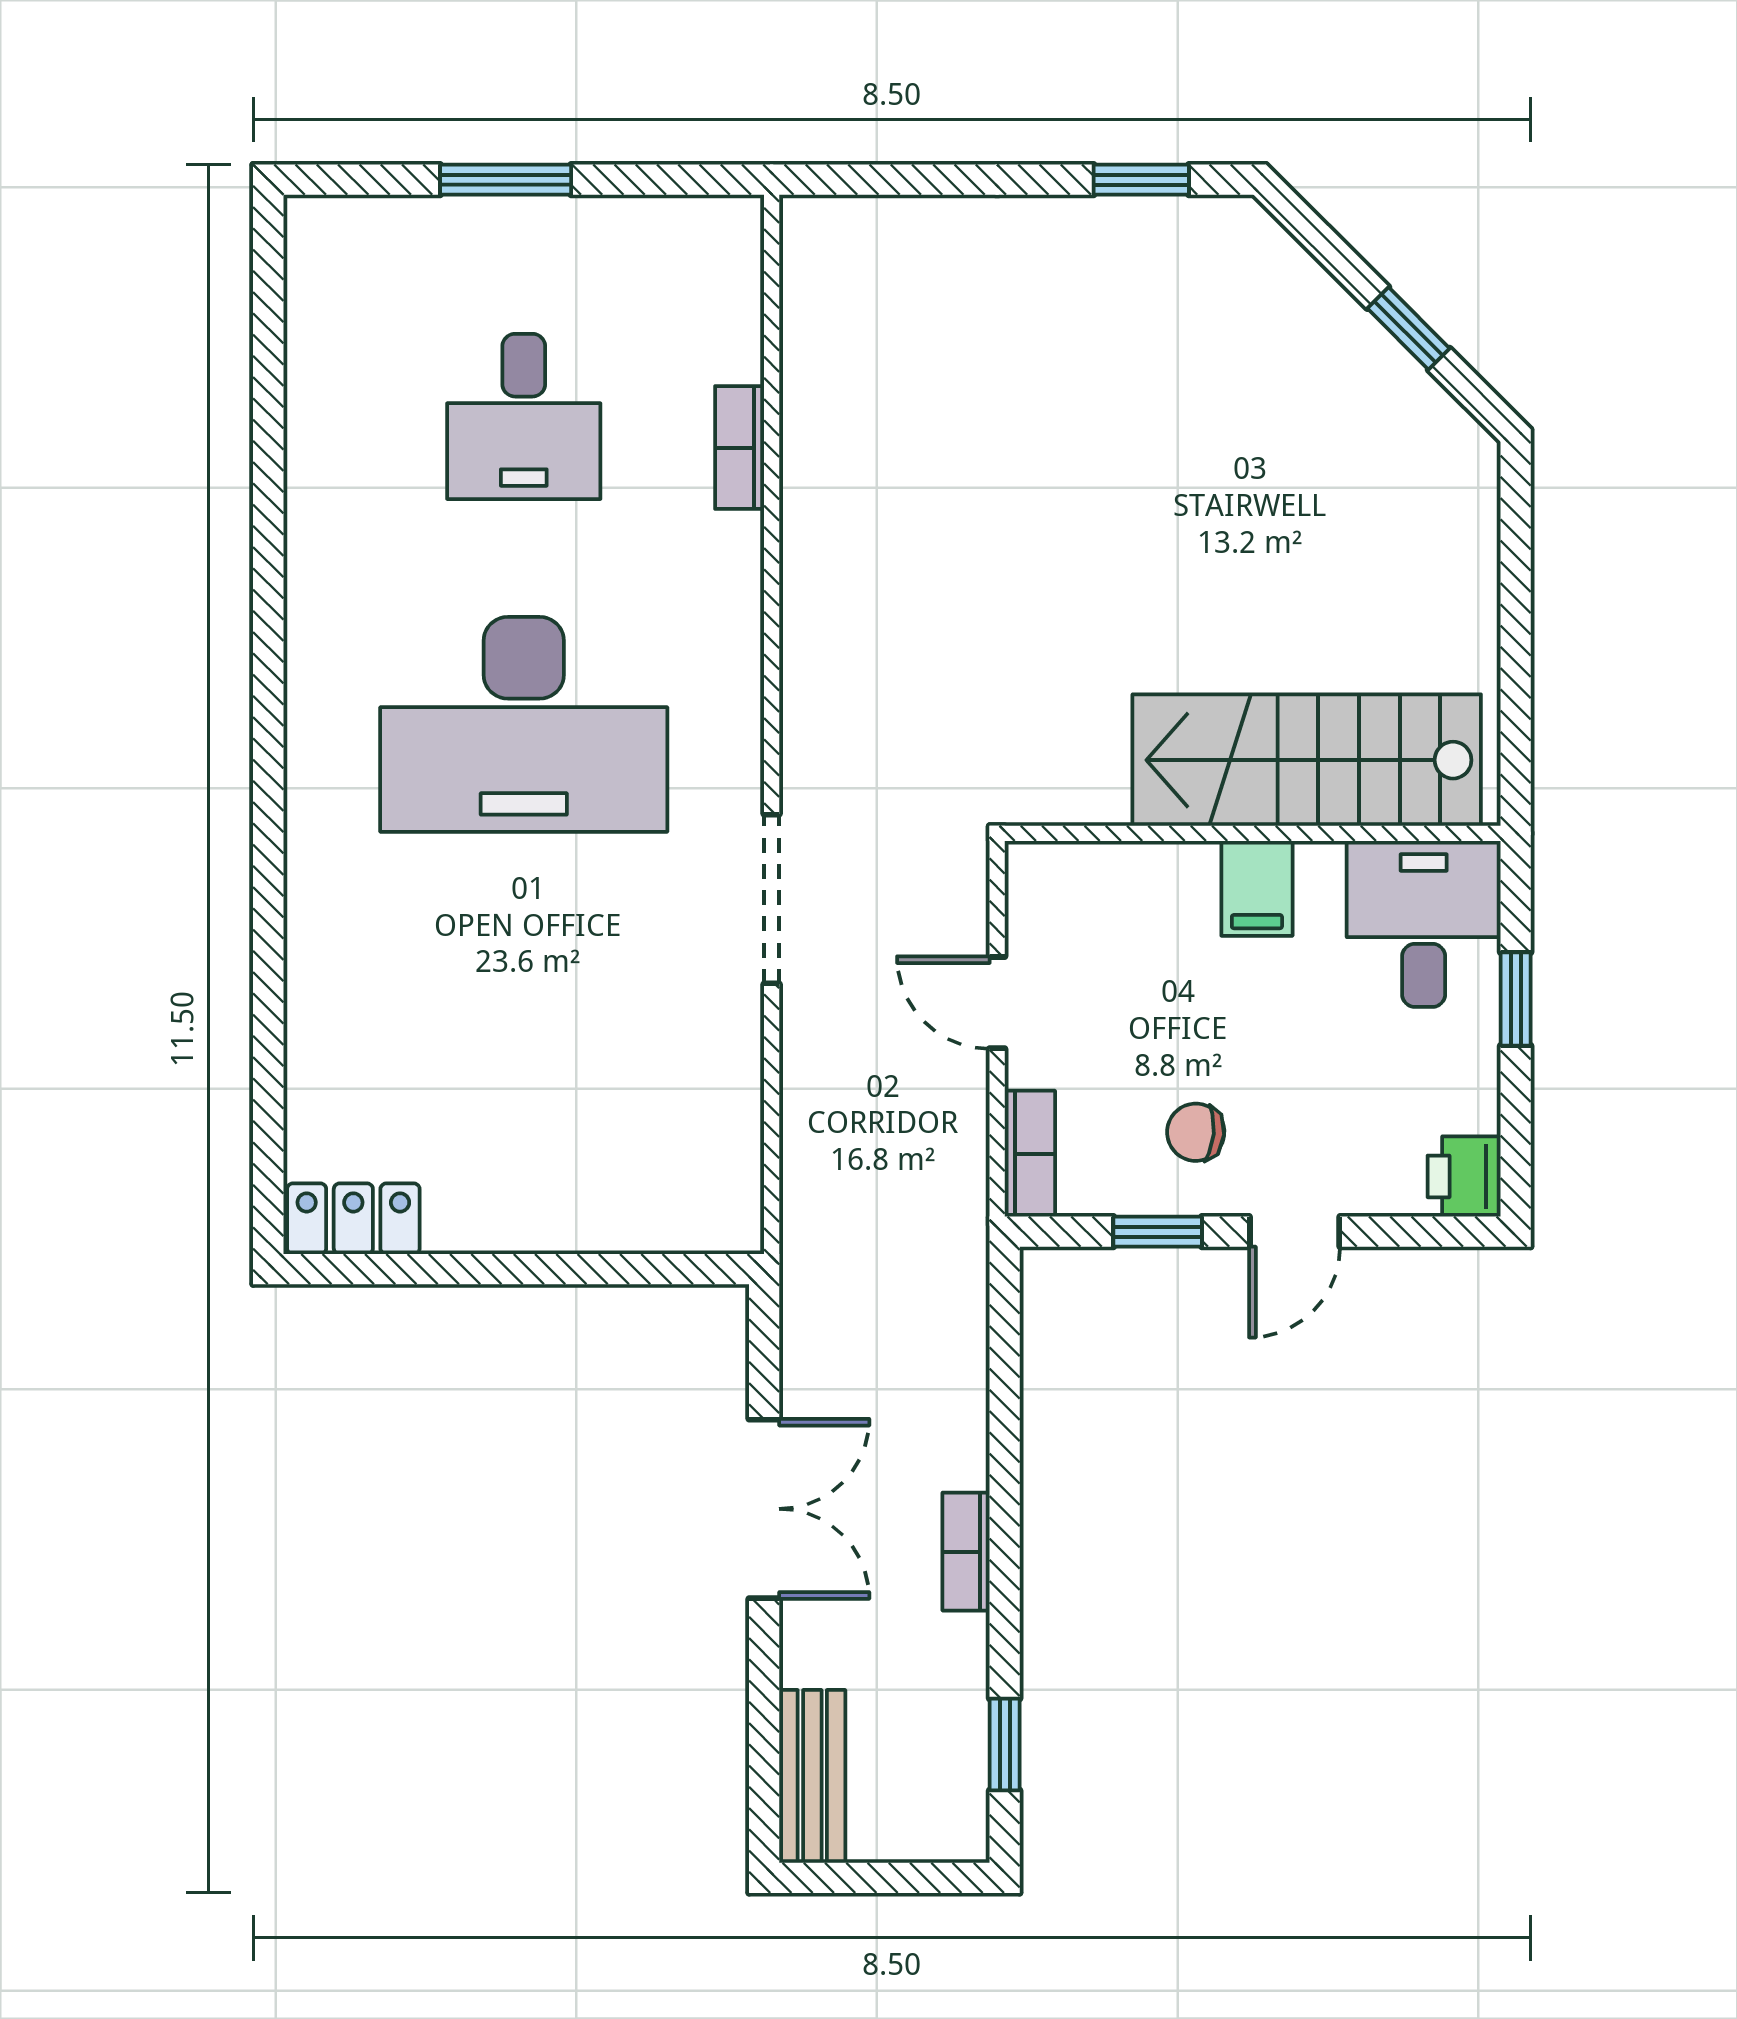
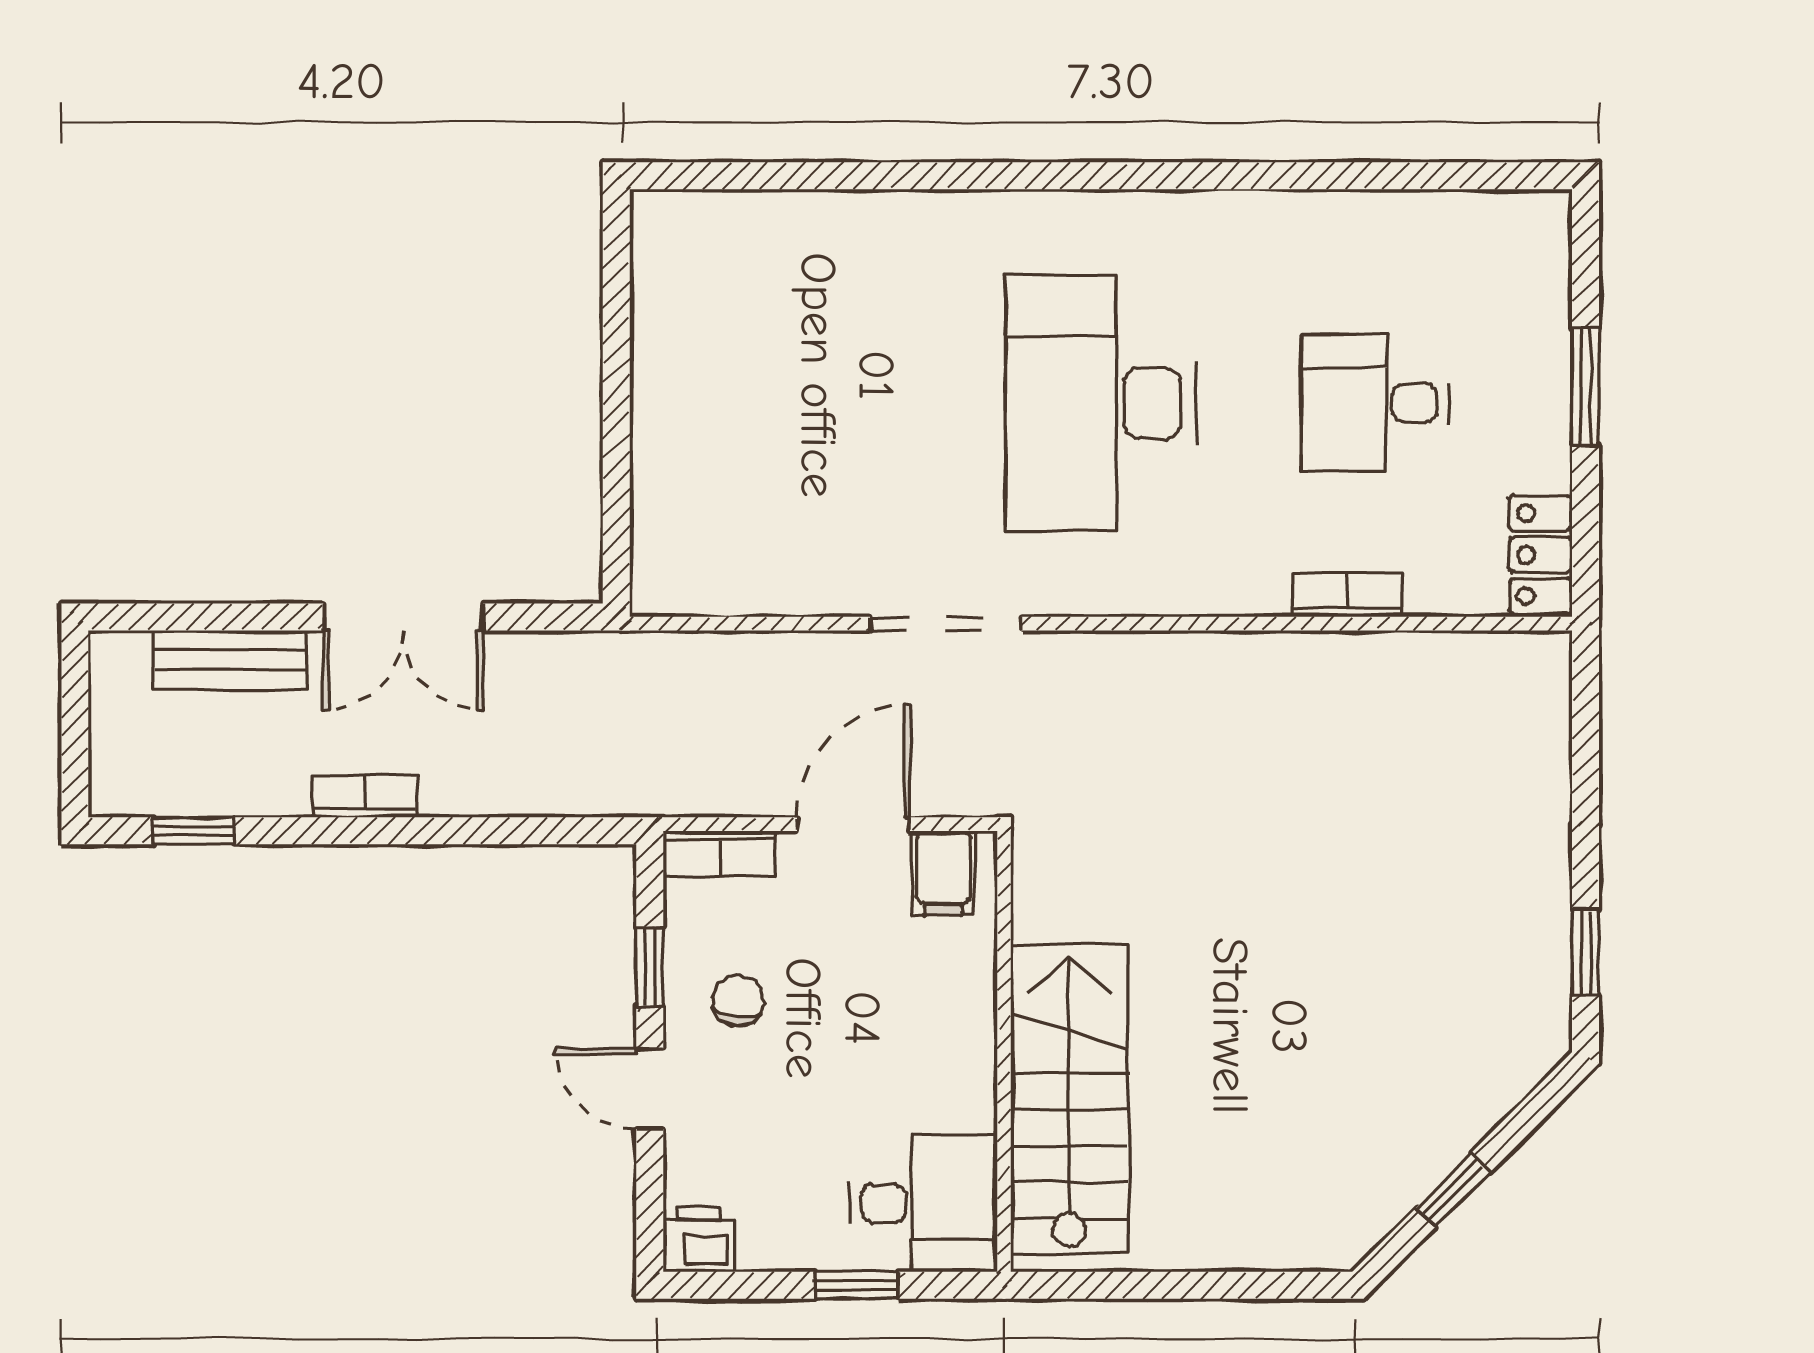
filing cabinet: (1257, 888) -> (943, 873), moved, turned -90
door: (997, 1003) -> (853, 824), width x1.38
locker: (353, 1219) -> (1541, 555), moved, turned 180
bench: (812, 1776) -> (229, 660), moved

